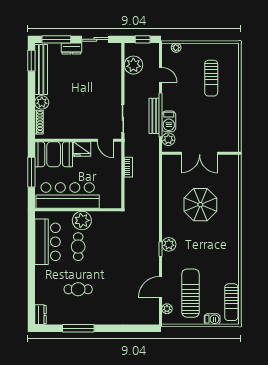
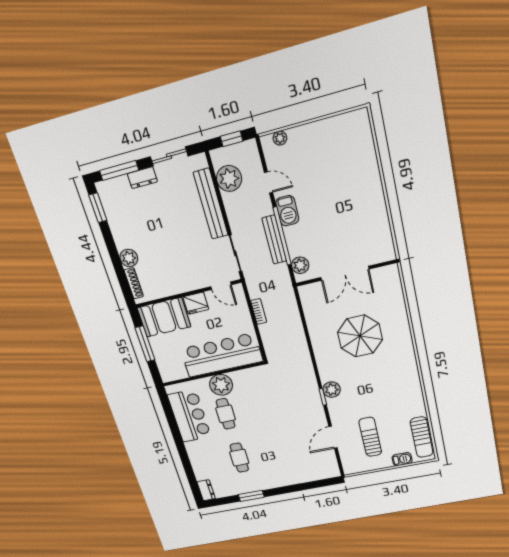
bench: (41, 70) -> (211, 204), moved
sun lounger: (211, 78) -> (338, 169), removed
barbecue: (169, 121) -> (287, 211), moved
bar counter: (68, 195) -> (222, 355), moved
cafe table: (78, 289) -> (239, 458), turned 90
sun lounger: (191, 293) -> (370, 437), width x0.73, depth x0.75
plant: (167, 309) -> (346, 458), removed
window: (78, 328) -> (251, 496), width x0.69

